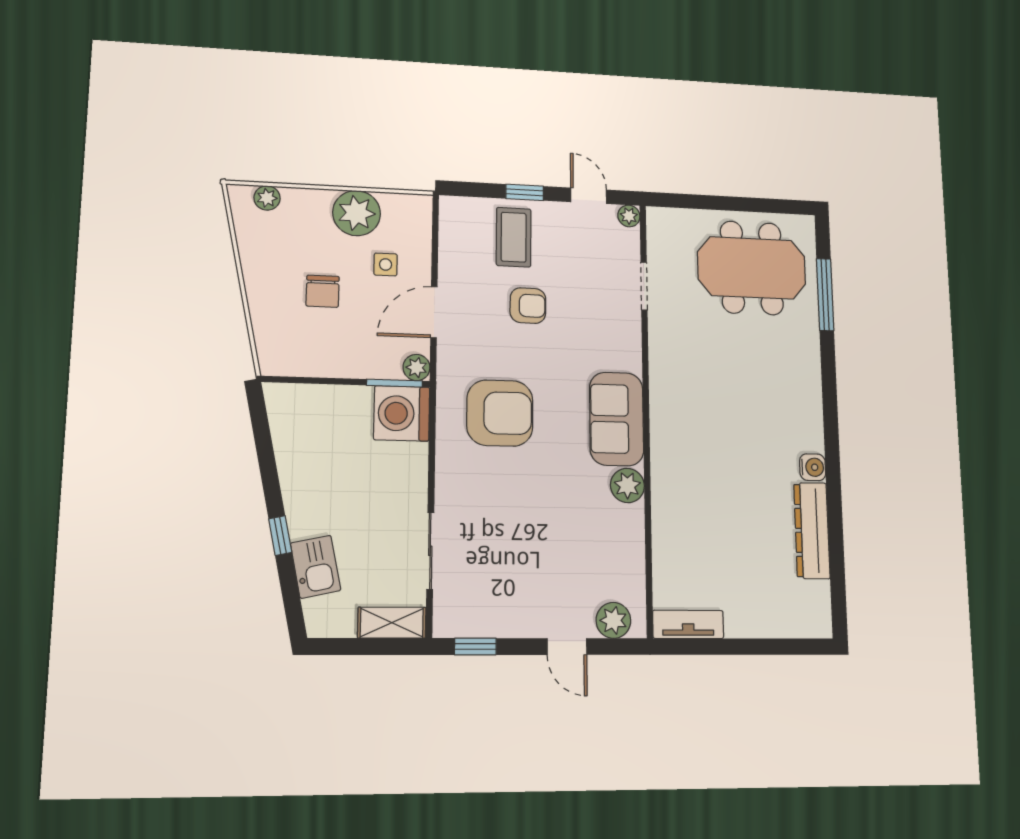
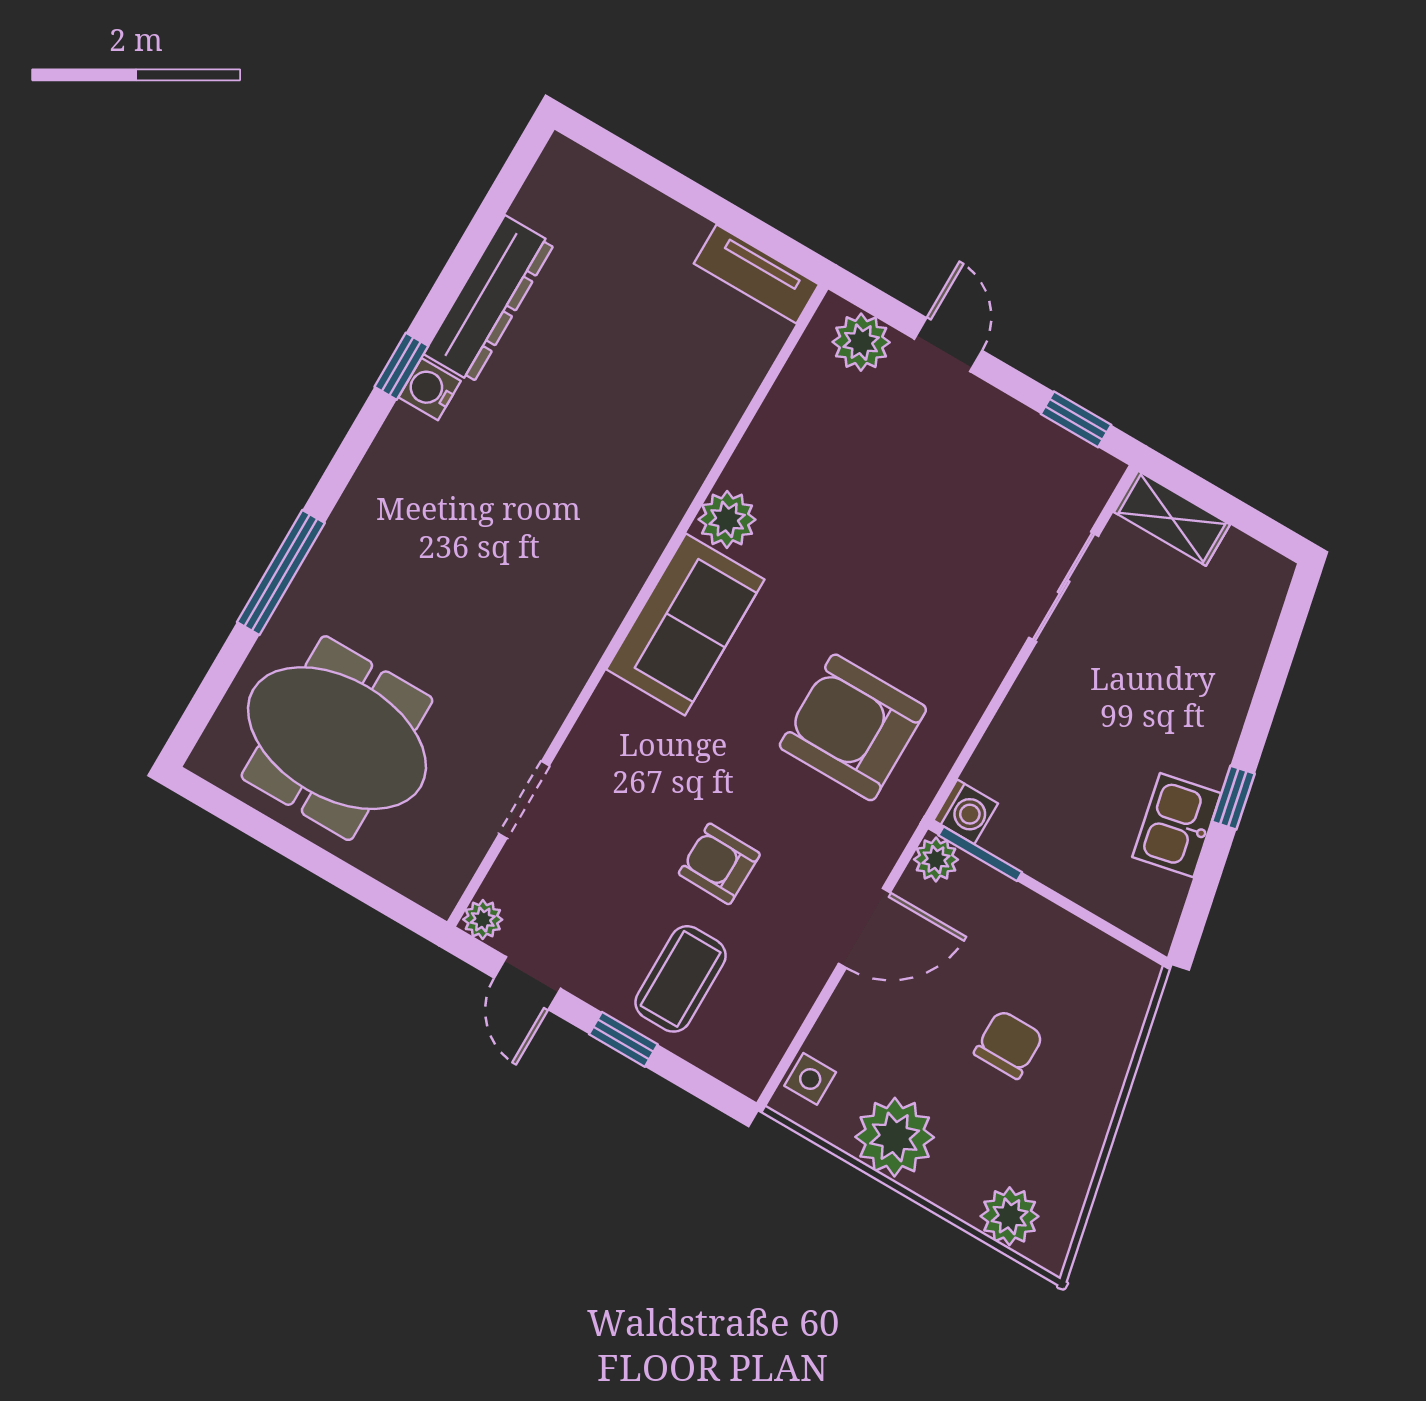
plant: (267, 198) -> (1010, 1216), width x1.38, depth x1.38
side table: (386, 264) -> (810, 1079), moved
window: (825, 295) -> (281, 572), moved
washing machine: (402, 413) -> (966, 812), width x0.53, depth x0.53
window: (833, 471) -> (401, 366), added
window: (280, 536) -> (1233, 798), moved
kitchen sink: (316, 567) -> (1177, 825), moved

